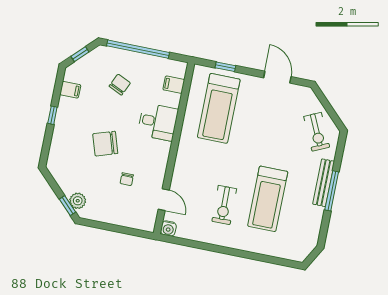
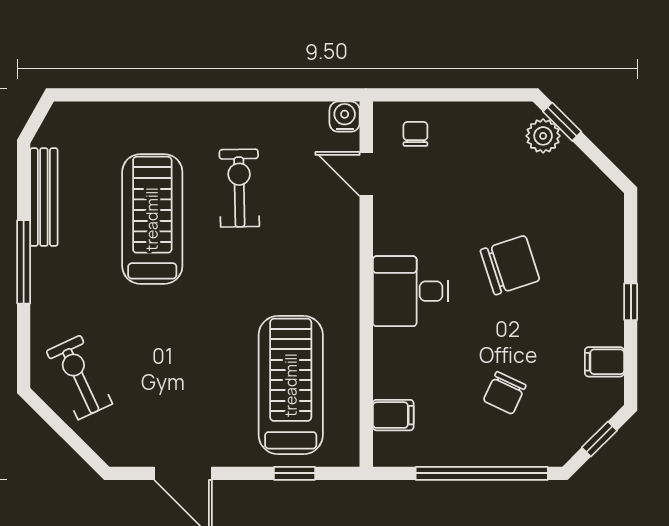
desk: (158, 122) -> (411, 291), moved
chair: (127, 179) -> (415, 134), moved
bench: (324, 183) -> (44, 197), moved

